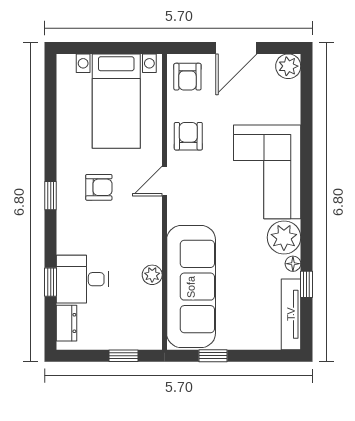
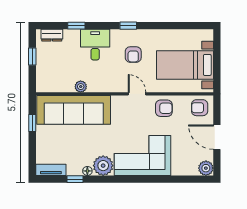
desk: (82, 279) -> (95, 45), moved
tv unit: (291, 314) -> (51, 170), width x0.71
window: (124, 356) -> (32, 57), moved

